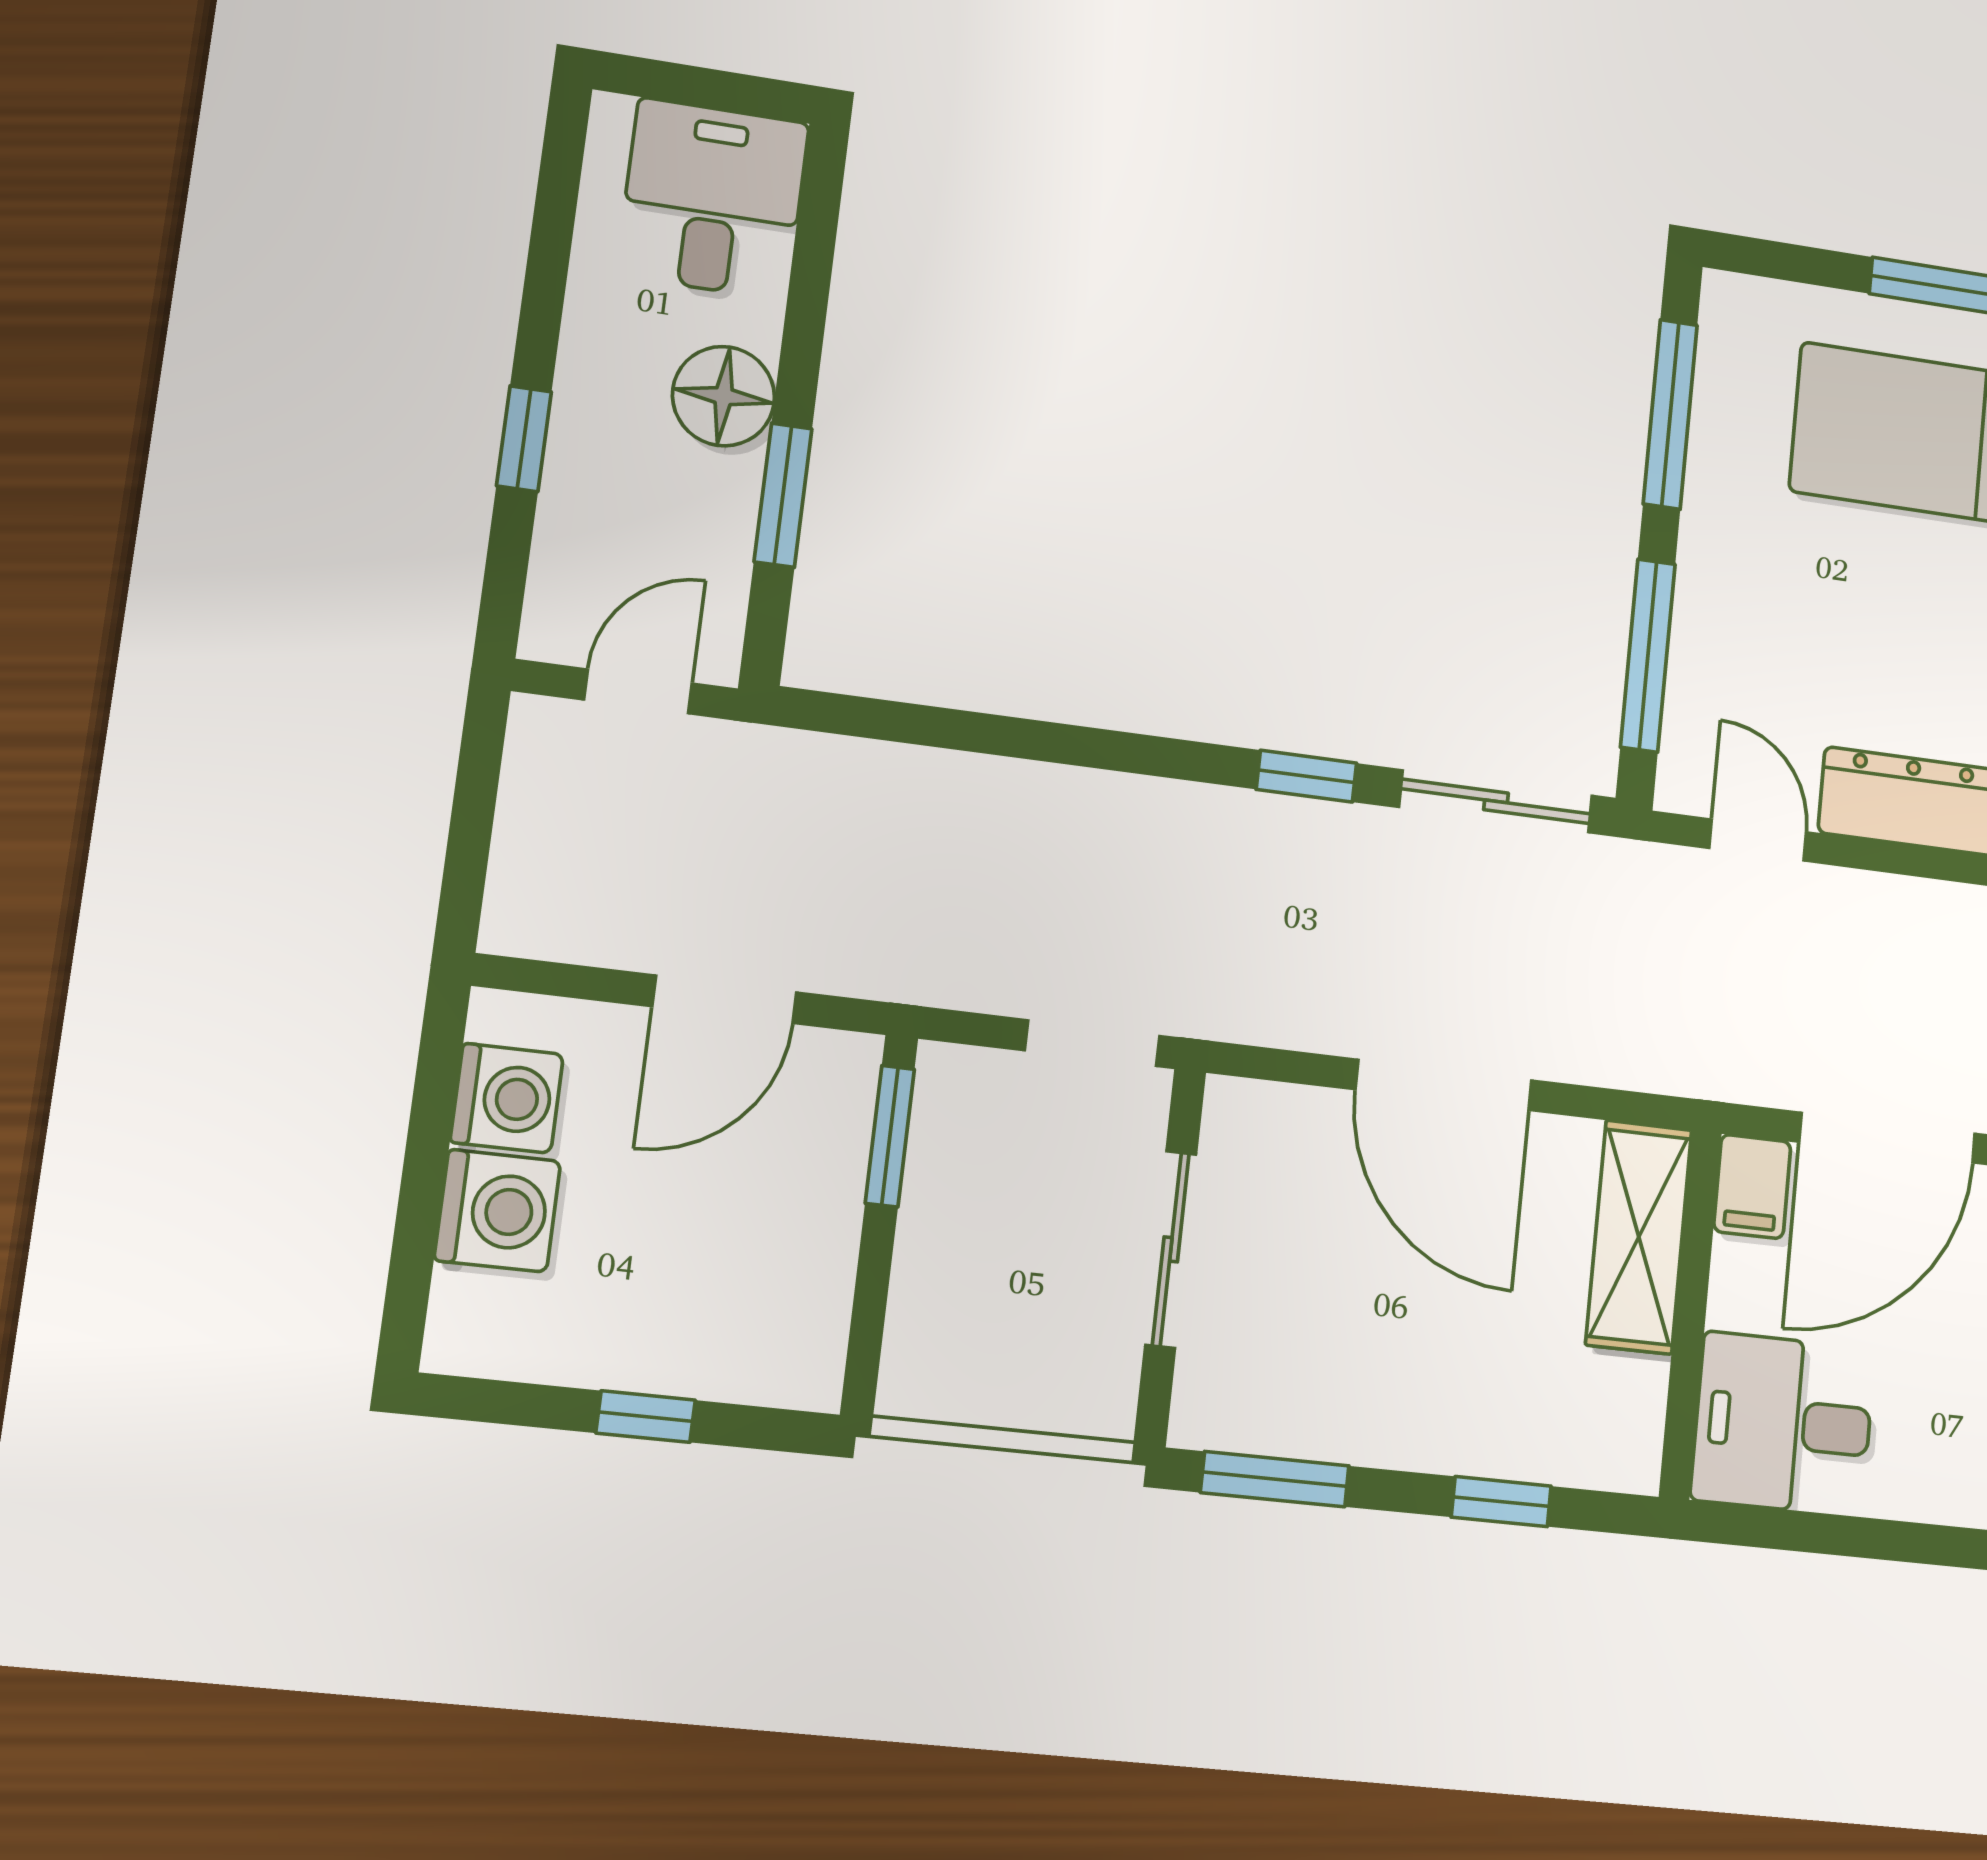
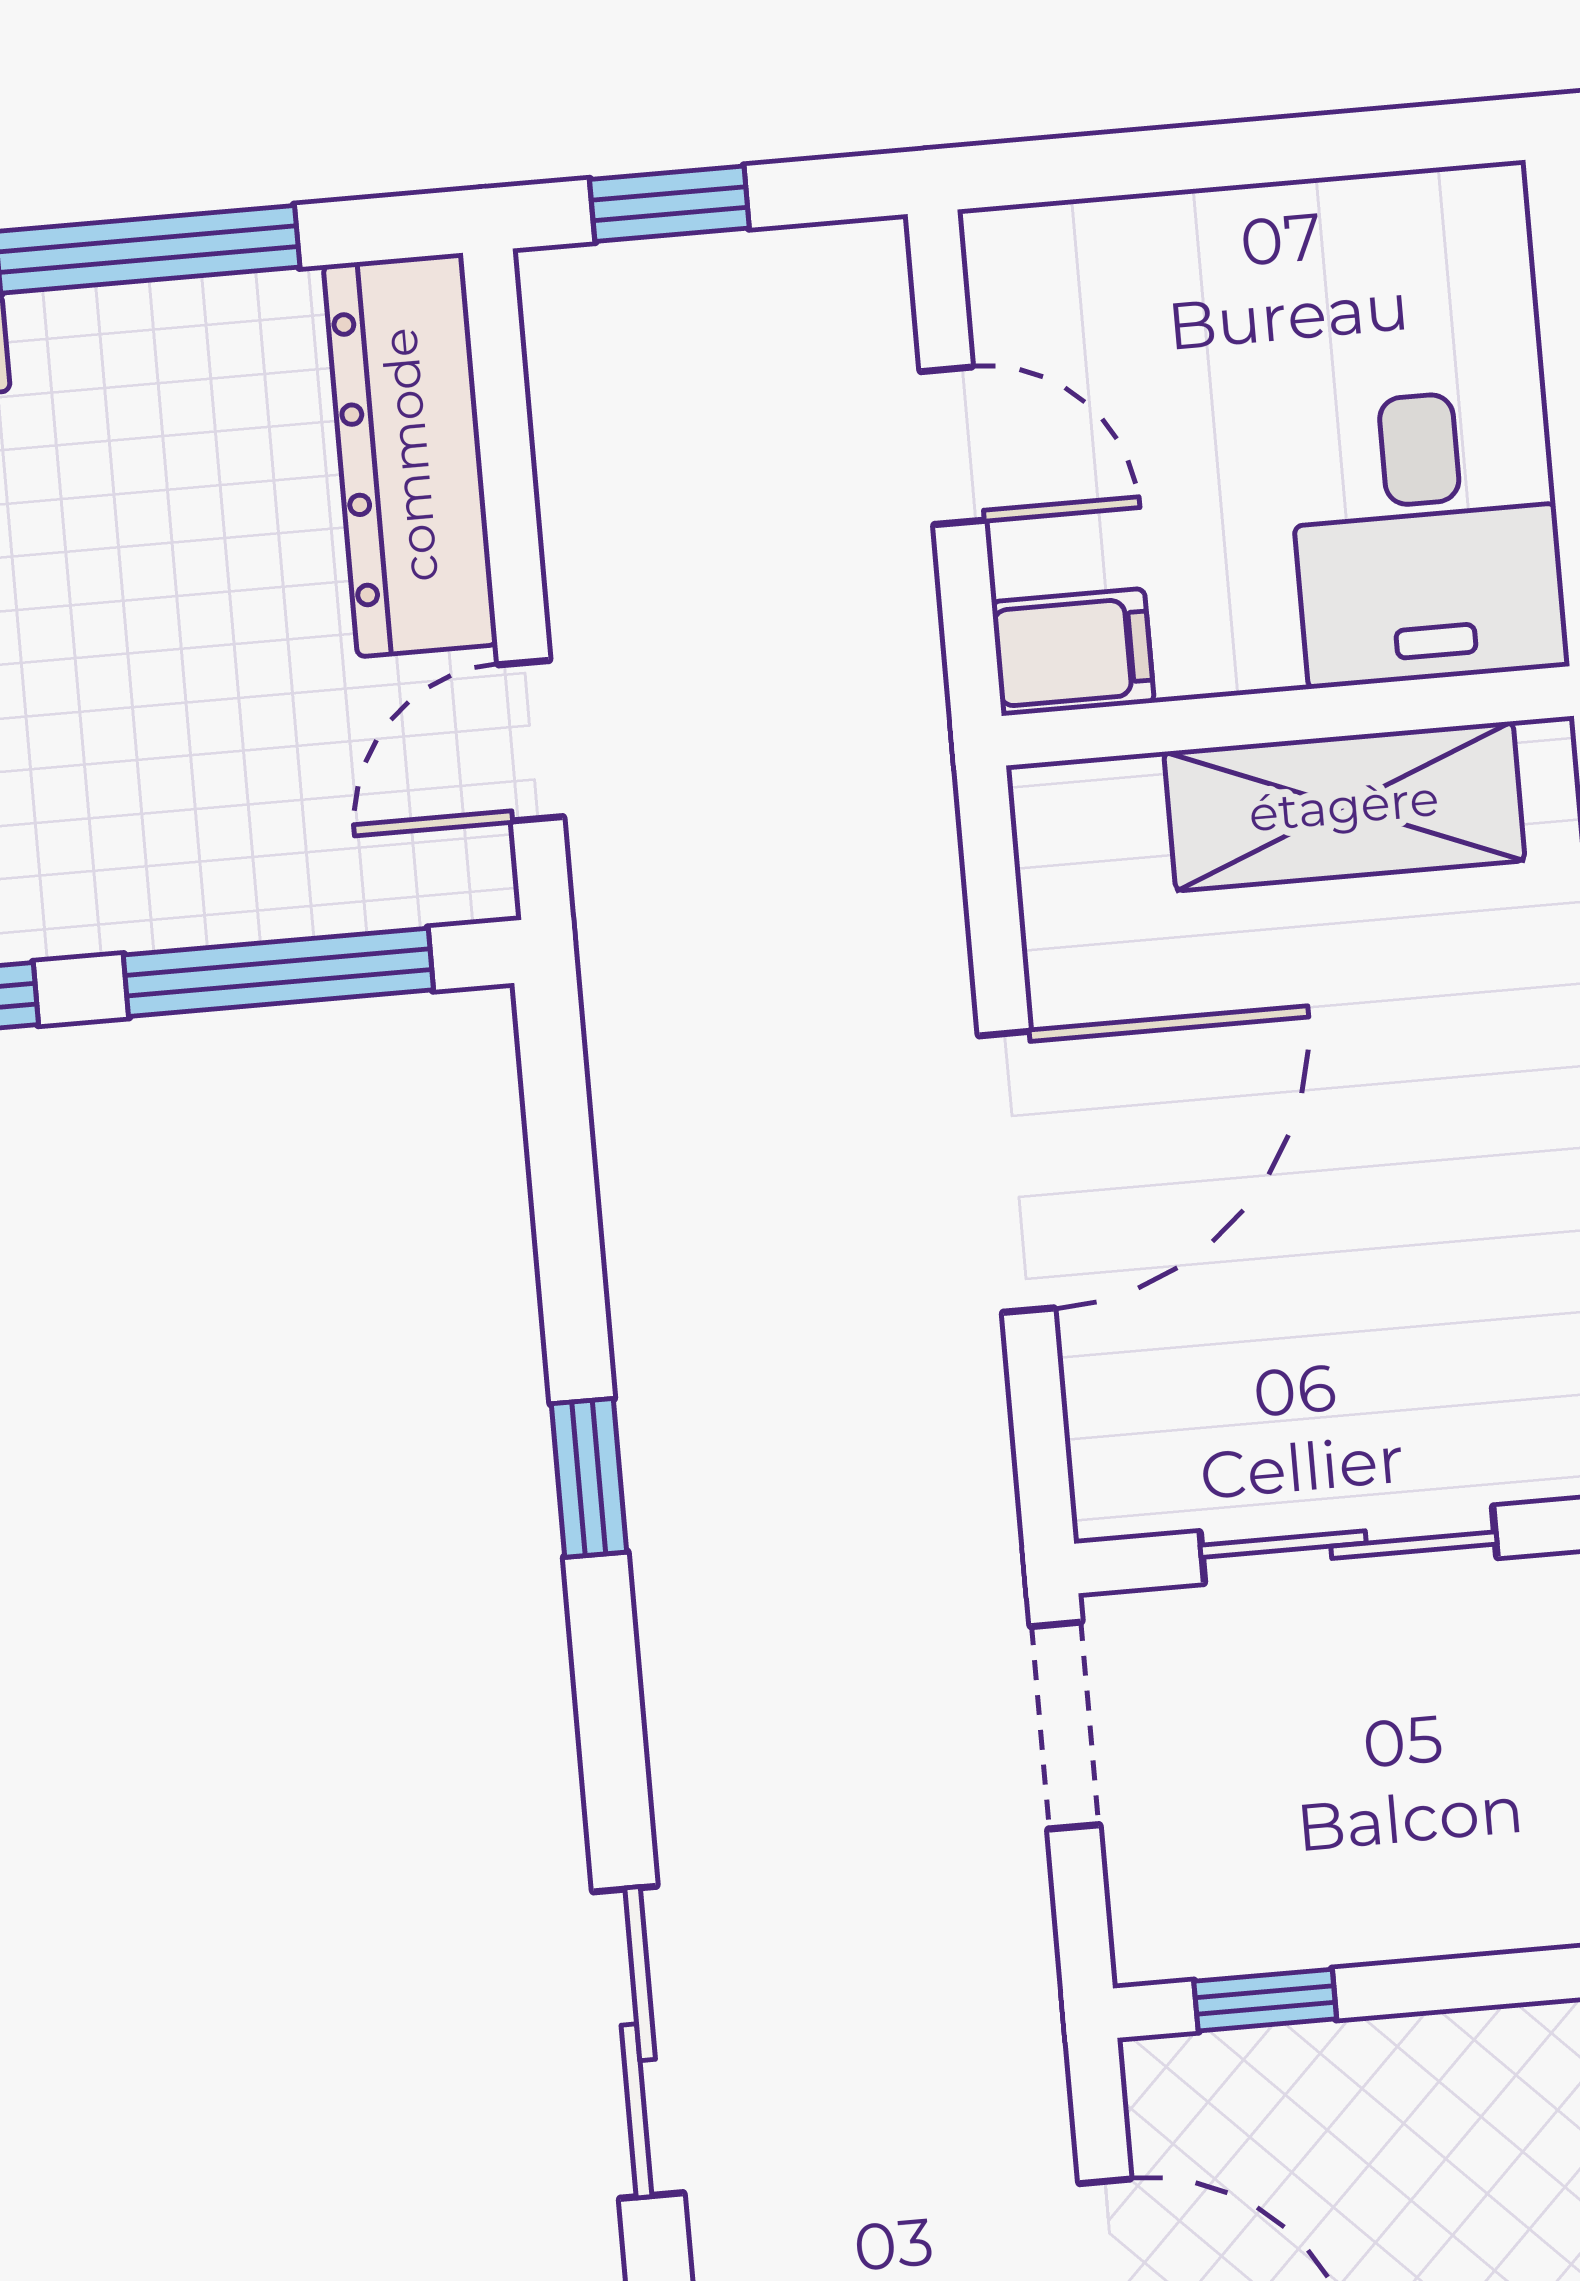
sliding door: (1496, 801) -> (638, 2042), moved
window: (890, 1136) -> (1265, 2000), width x0.67
door: (1887, 1138) -> (953, 446), width x0.53
shelving: (1639, 1237) -> (1344, 806), moved

